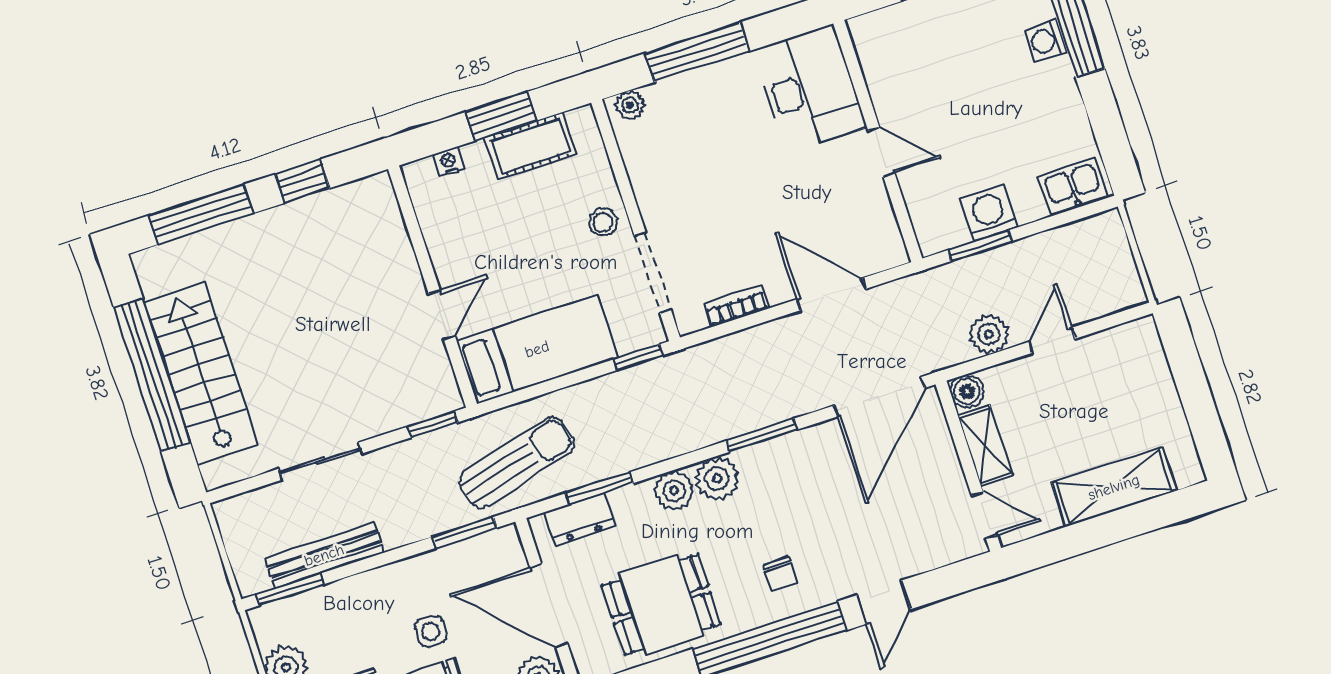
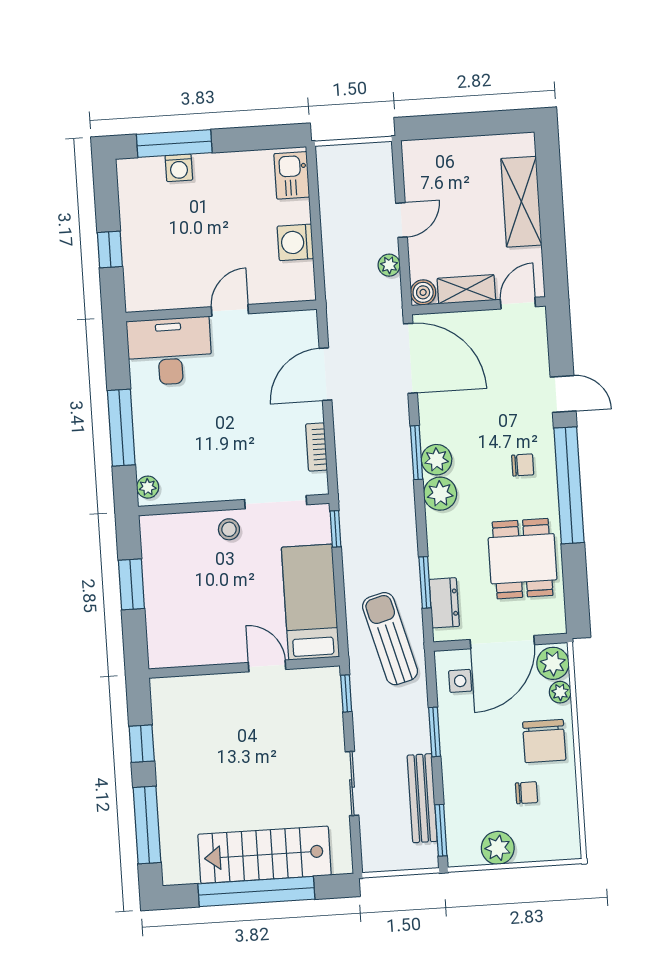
cot: (531, 146) -> (159, 568), removed
nightstand: (449, 162) -> (155, 632), removed
window: (980, 246) -> (318, 256), removed
plant: (989, 334) -> (389, 265), width x0.73, depth x0.73
door: (1052, 340) -> (401, 220), swing flipped
plant: (674, 491) -> (437, 460), moved
window: (464, 532) -> (435, 732), moved
side table: (431, 631) -> (460, 681), moved

